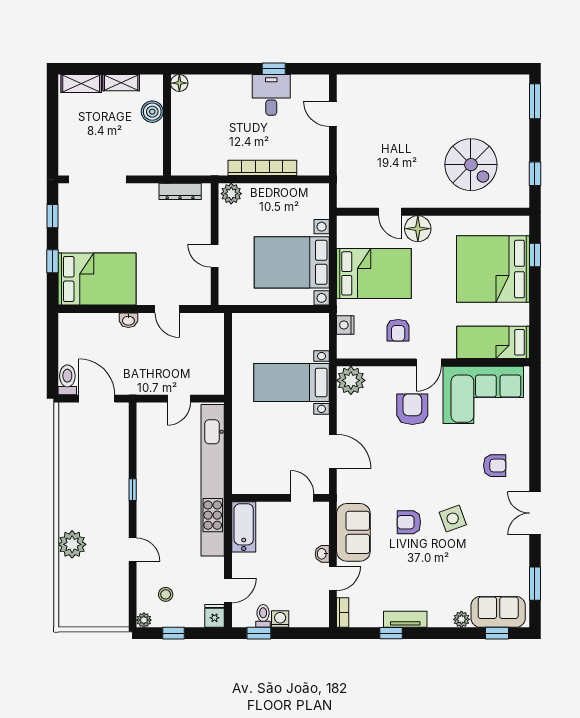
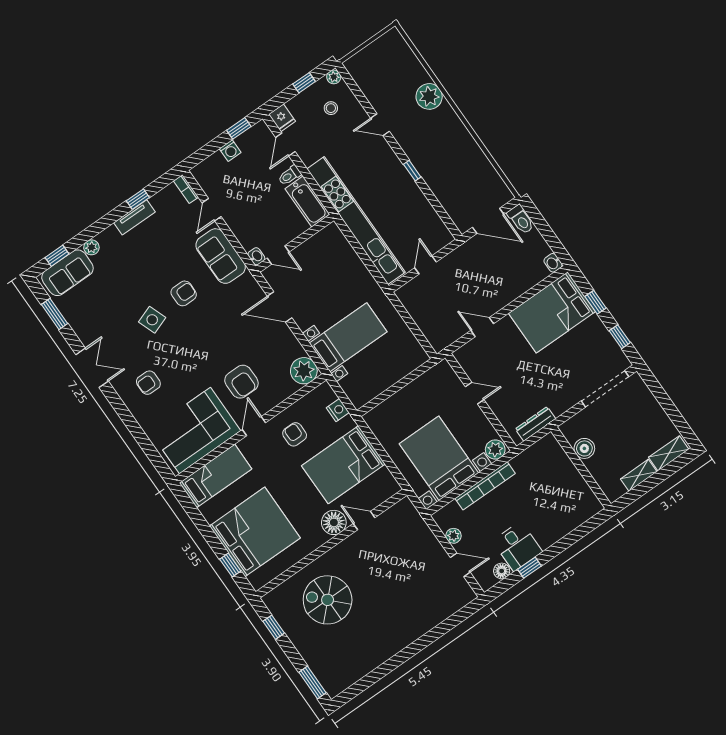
floor lamp: (179, 83) -> (502, 571), moved
boiler: (152, 112) -> (584, 448), moved
plant: (321, 143) -> (453, 536), added
bed with nightstands: (292, 262) -> (439, 458), moved, turned -90
washbasin: (128, 320) -> (553, 263), moved, turned -90
washbasin: (322, 554) -> (256, 256), moved
toilet: (263, 616) -> (290, 175), moved, turned 90

